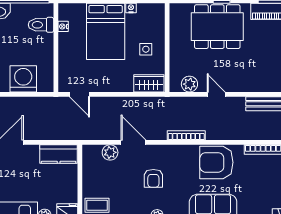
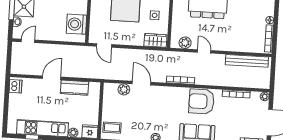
washing machine: (23, 79) -> (77, 24), moved, turned -90
kitchen counter: (59, 154) -> (74, 88), moved
armchair: (153, 178) -> (155, 110), removed

